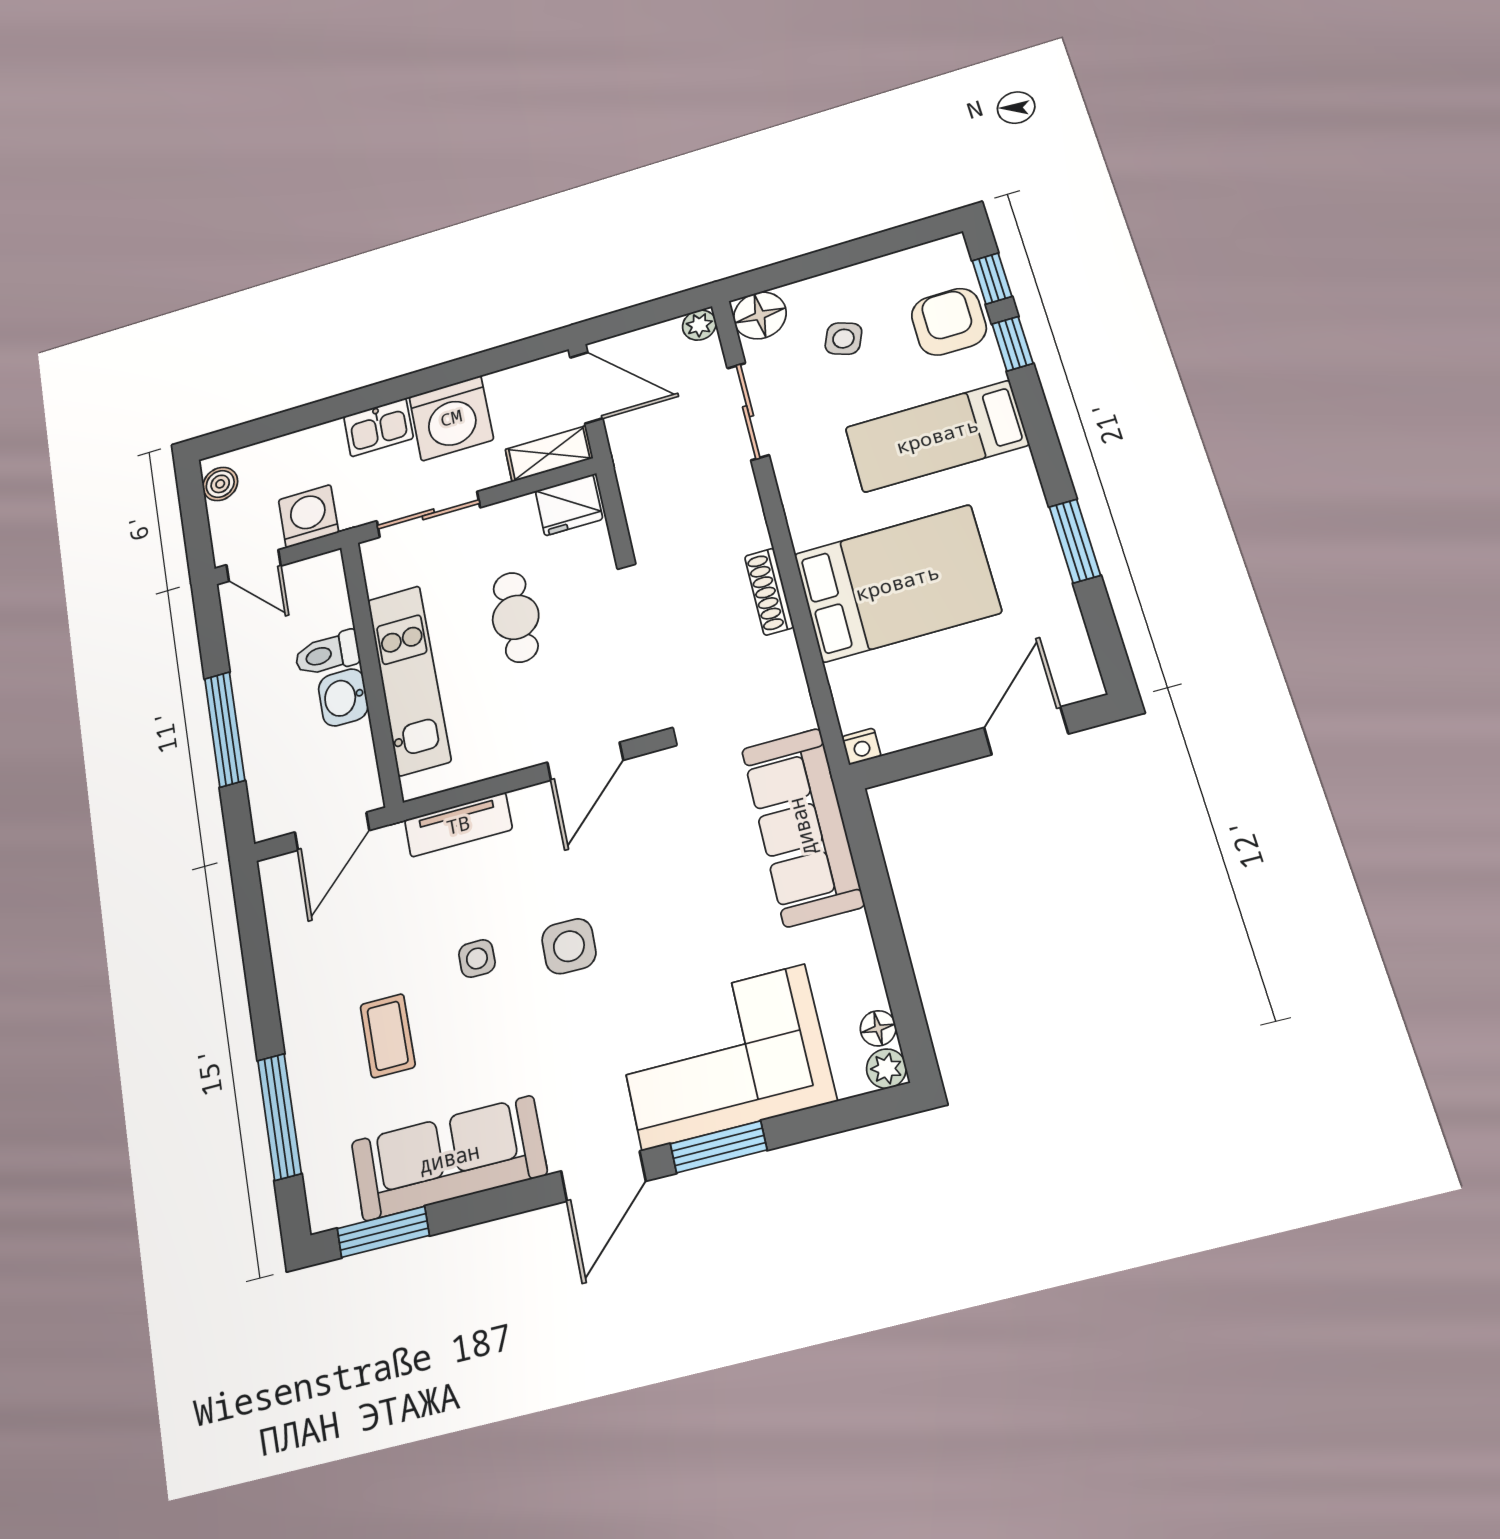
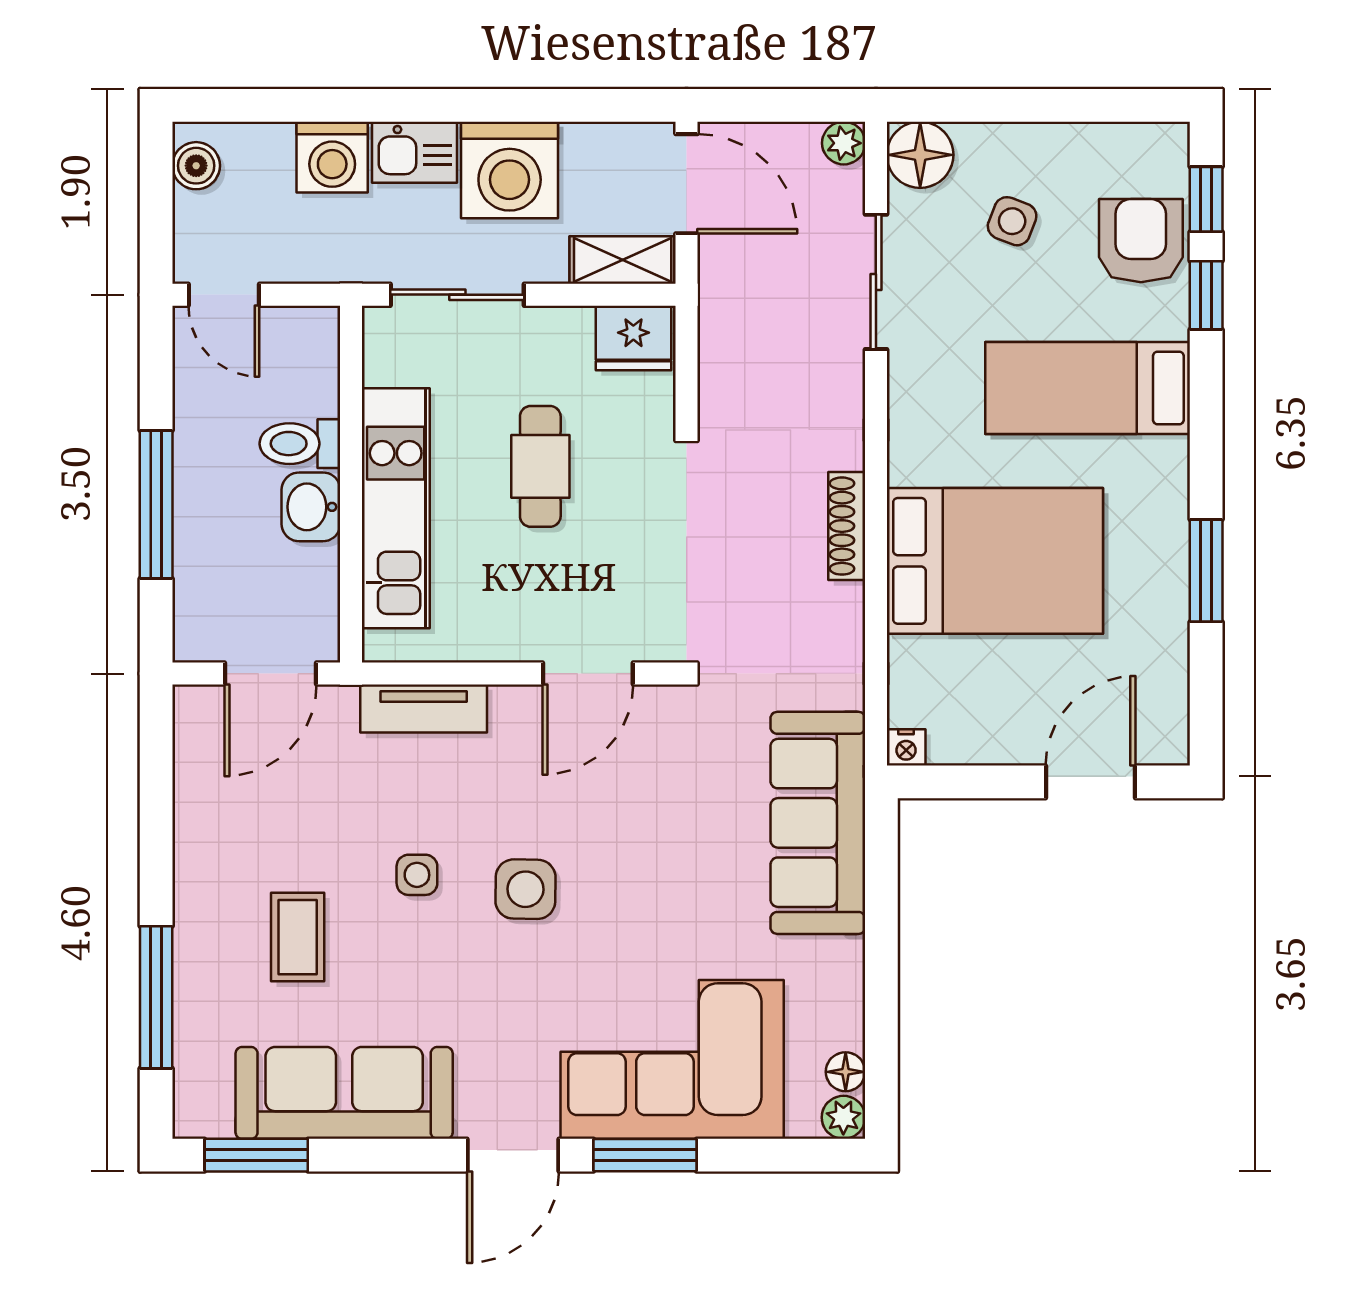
washing machine: (308, 516) -> (332, 157), moved, turned 180

